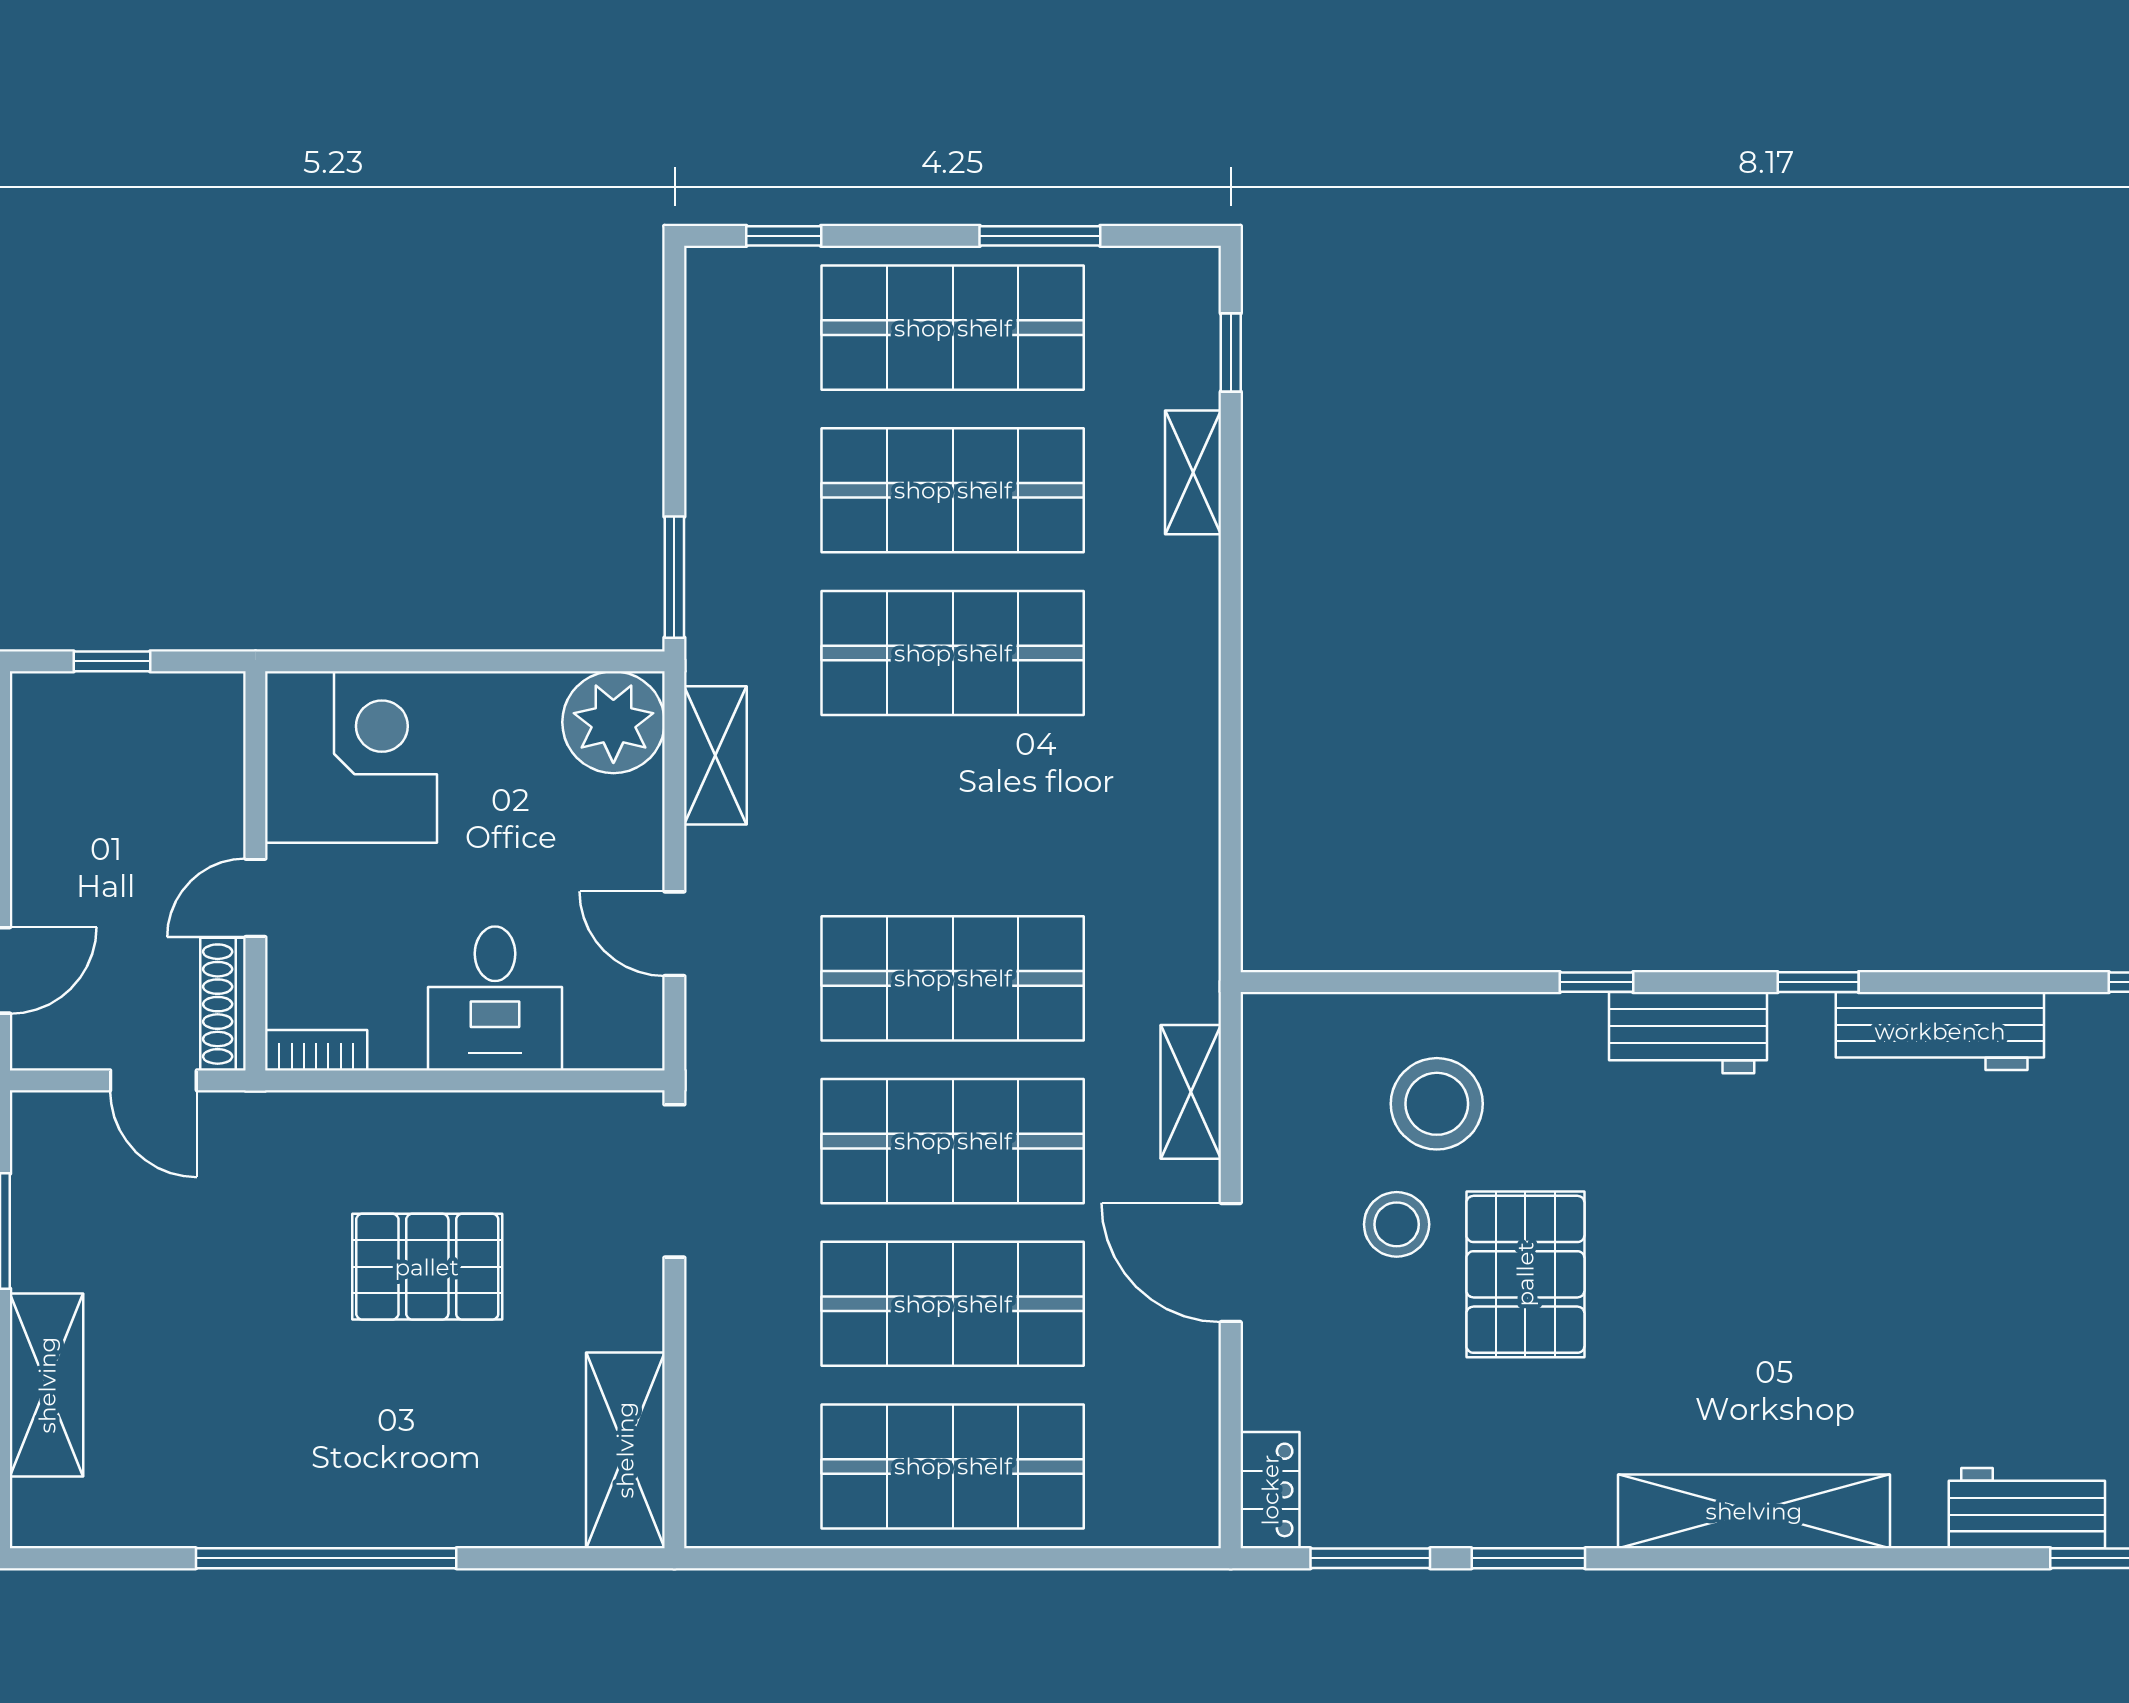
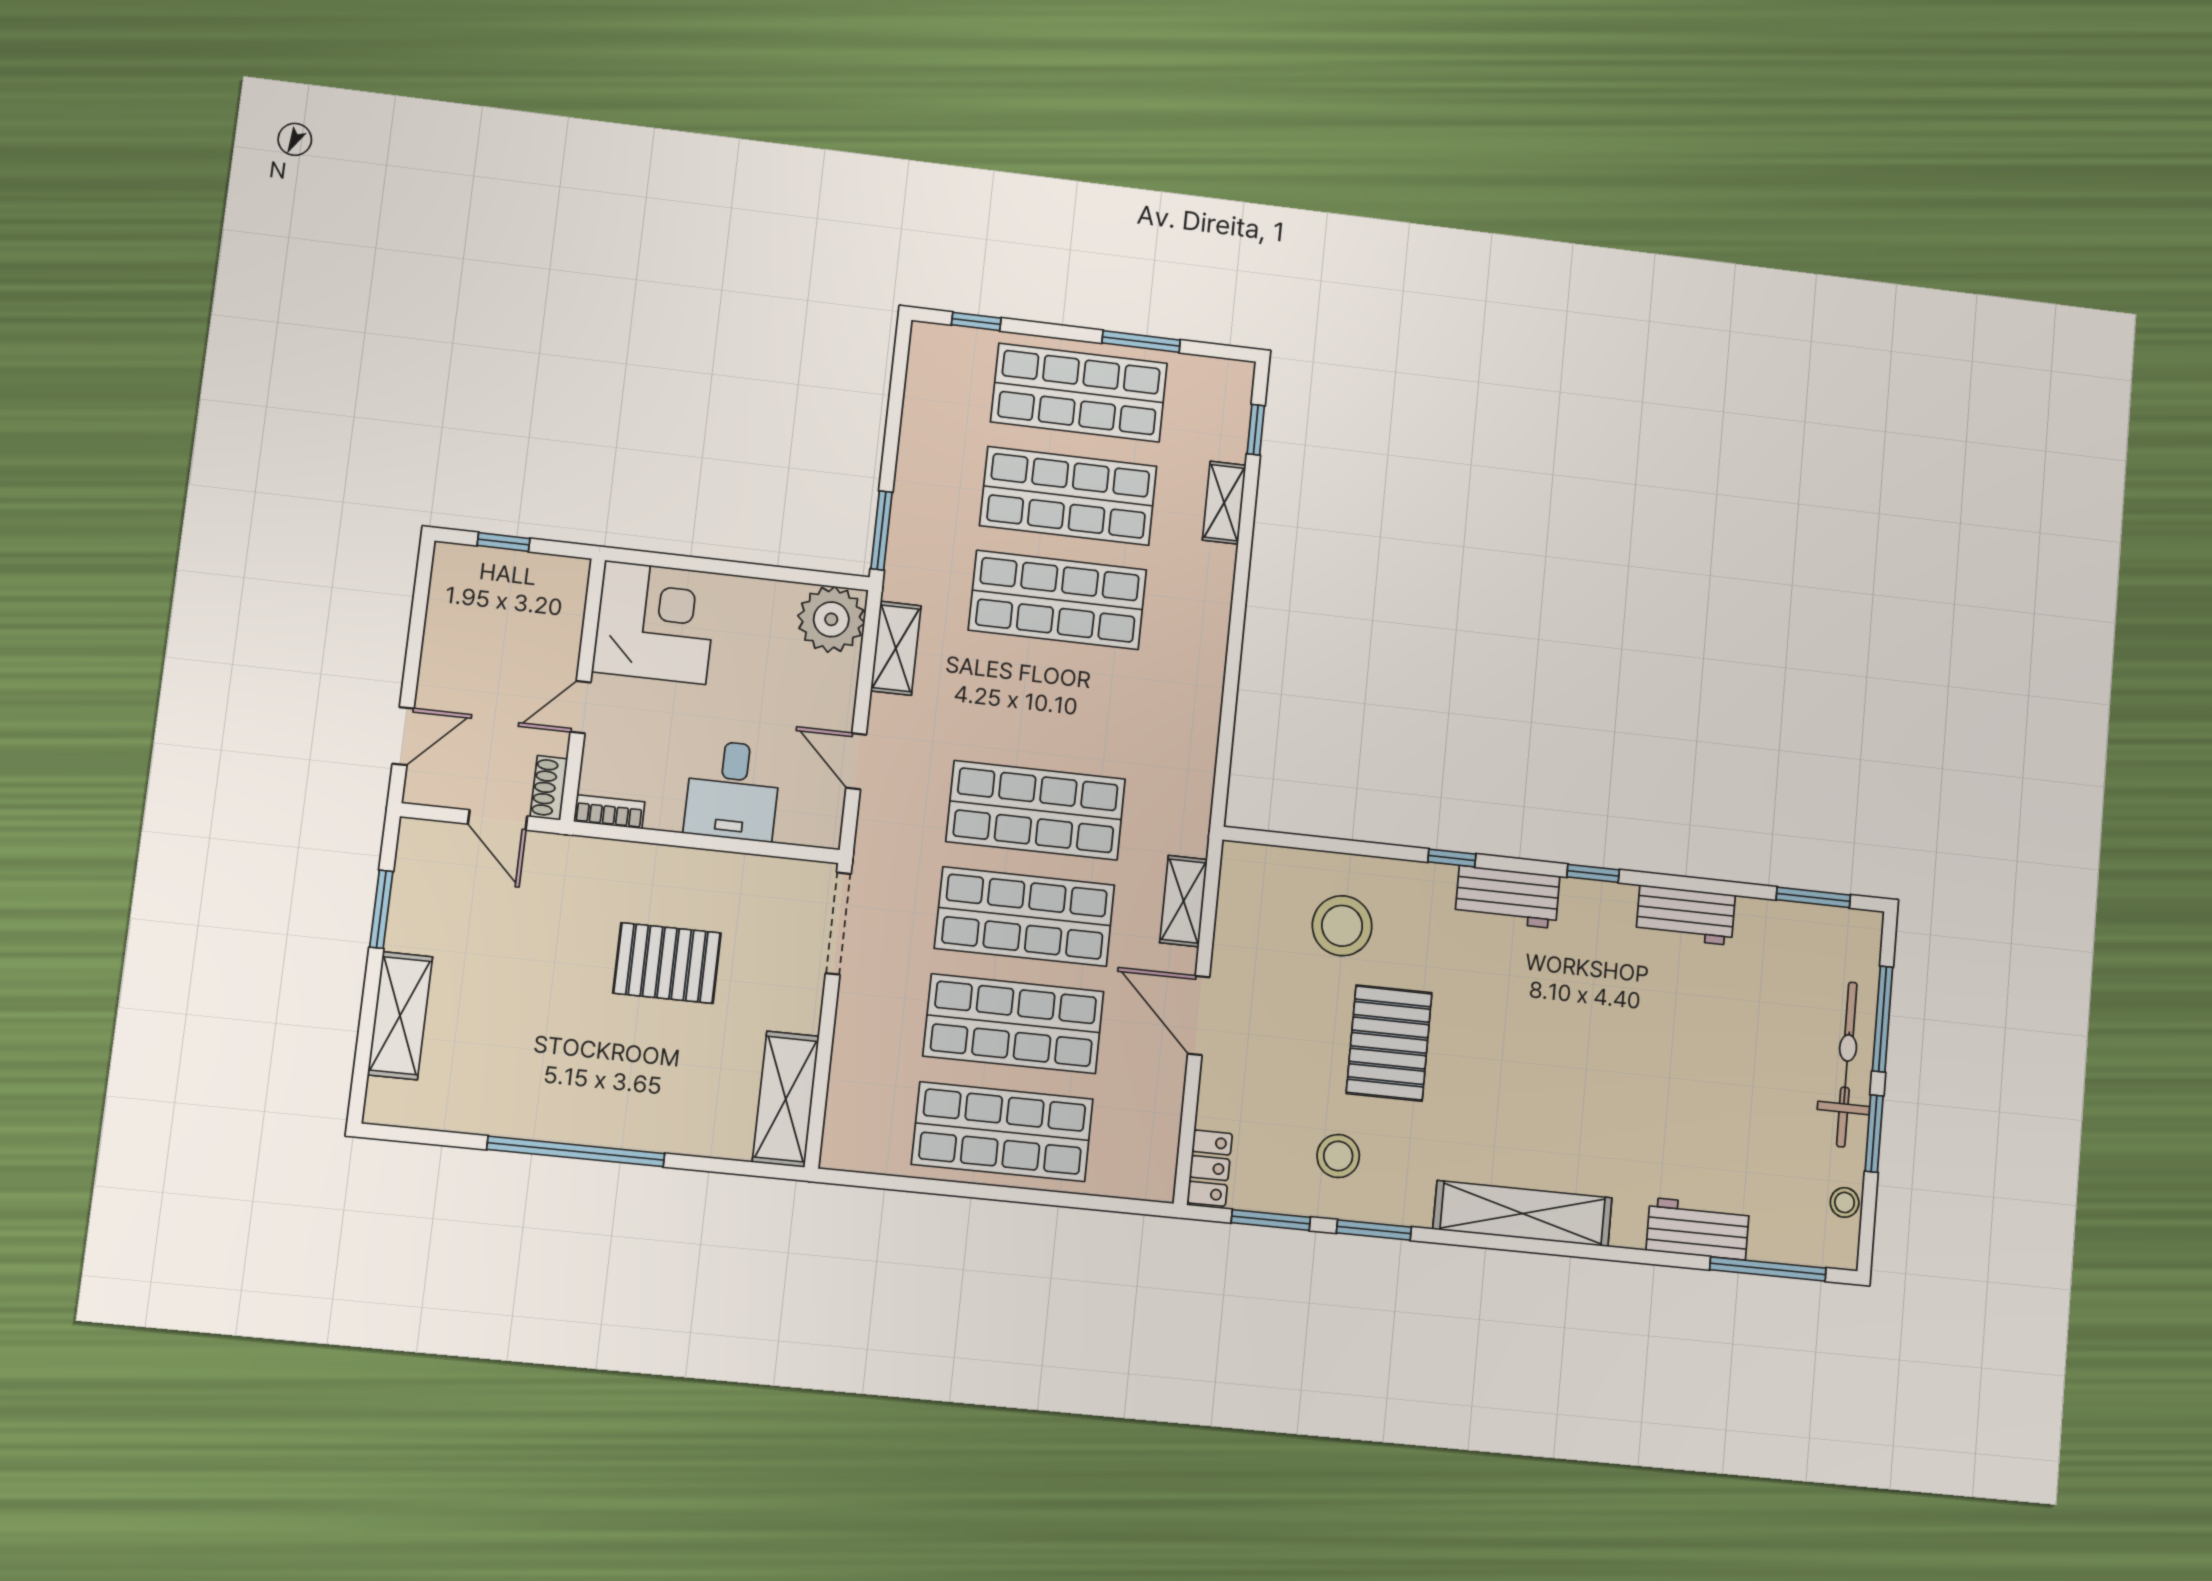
shoe rack: (223, 1004) -> (549, 788), width x0.70
workbench: (1940, 1031) -> (1686, 915), width x0.73
stool: (1397, 1224) -> (1338, 1156), moved

